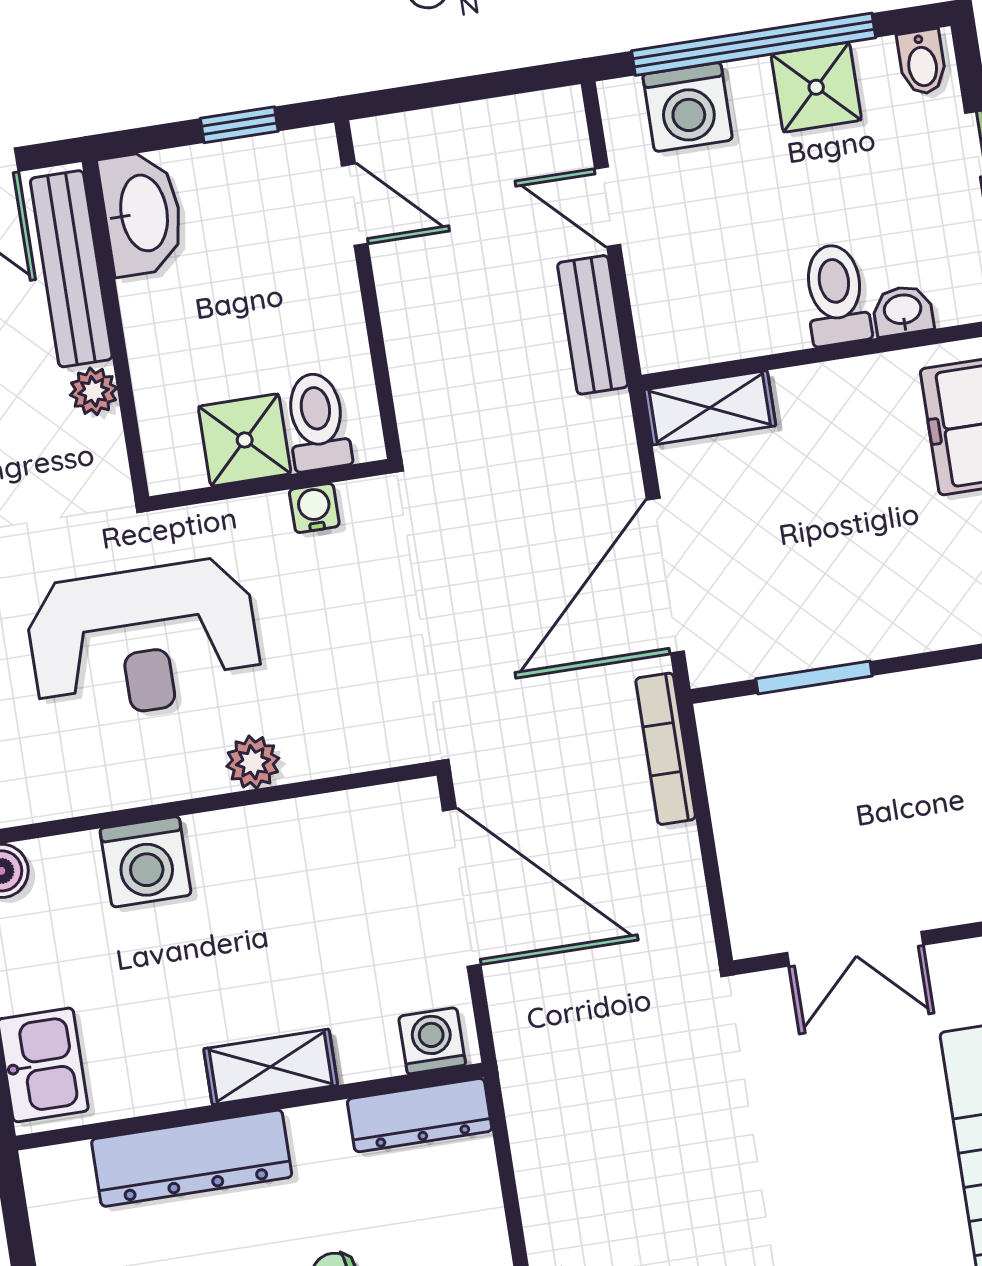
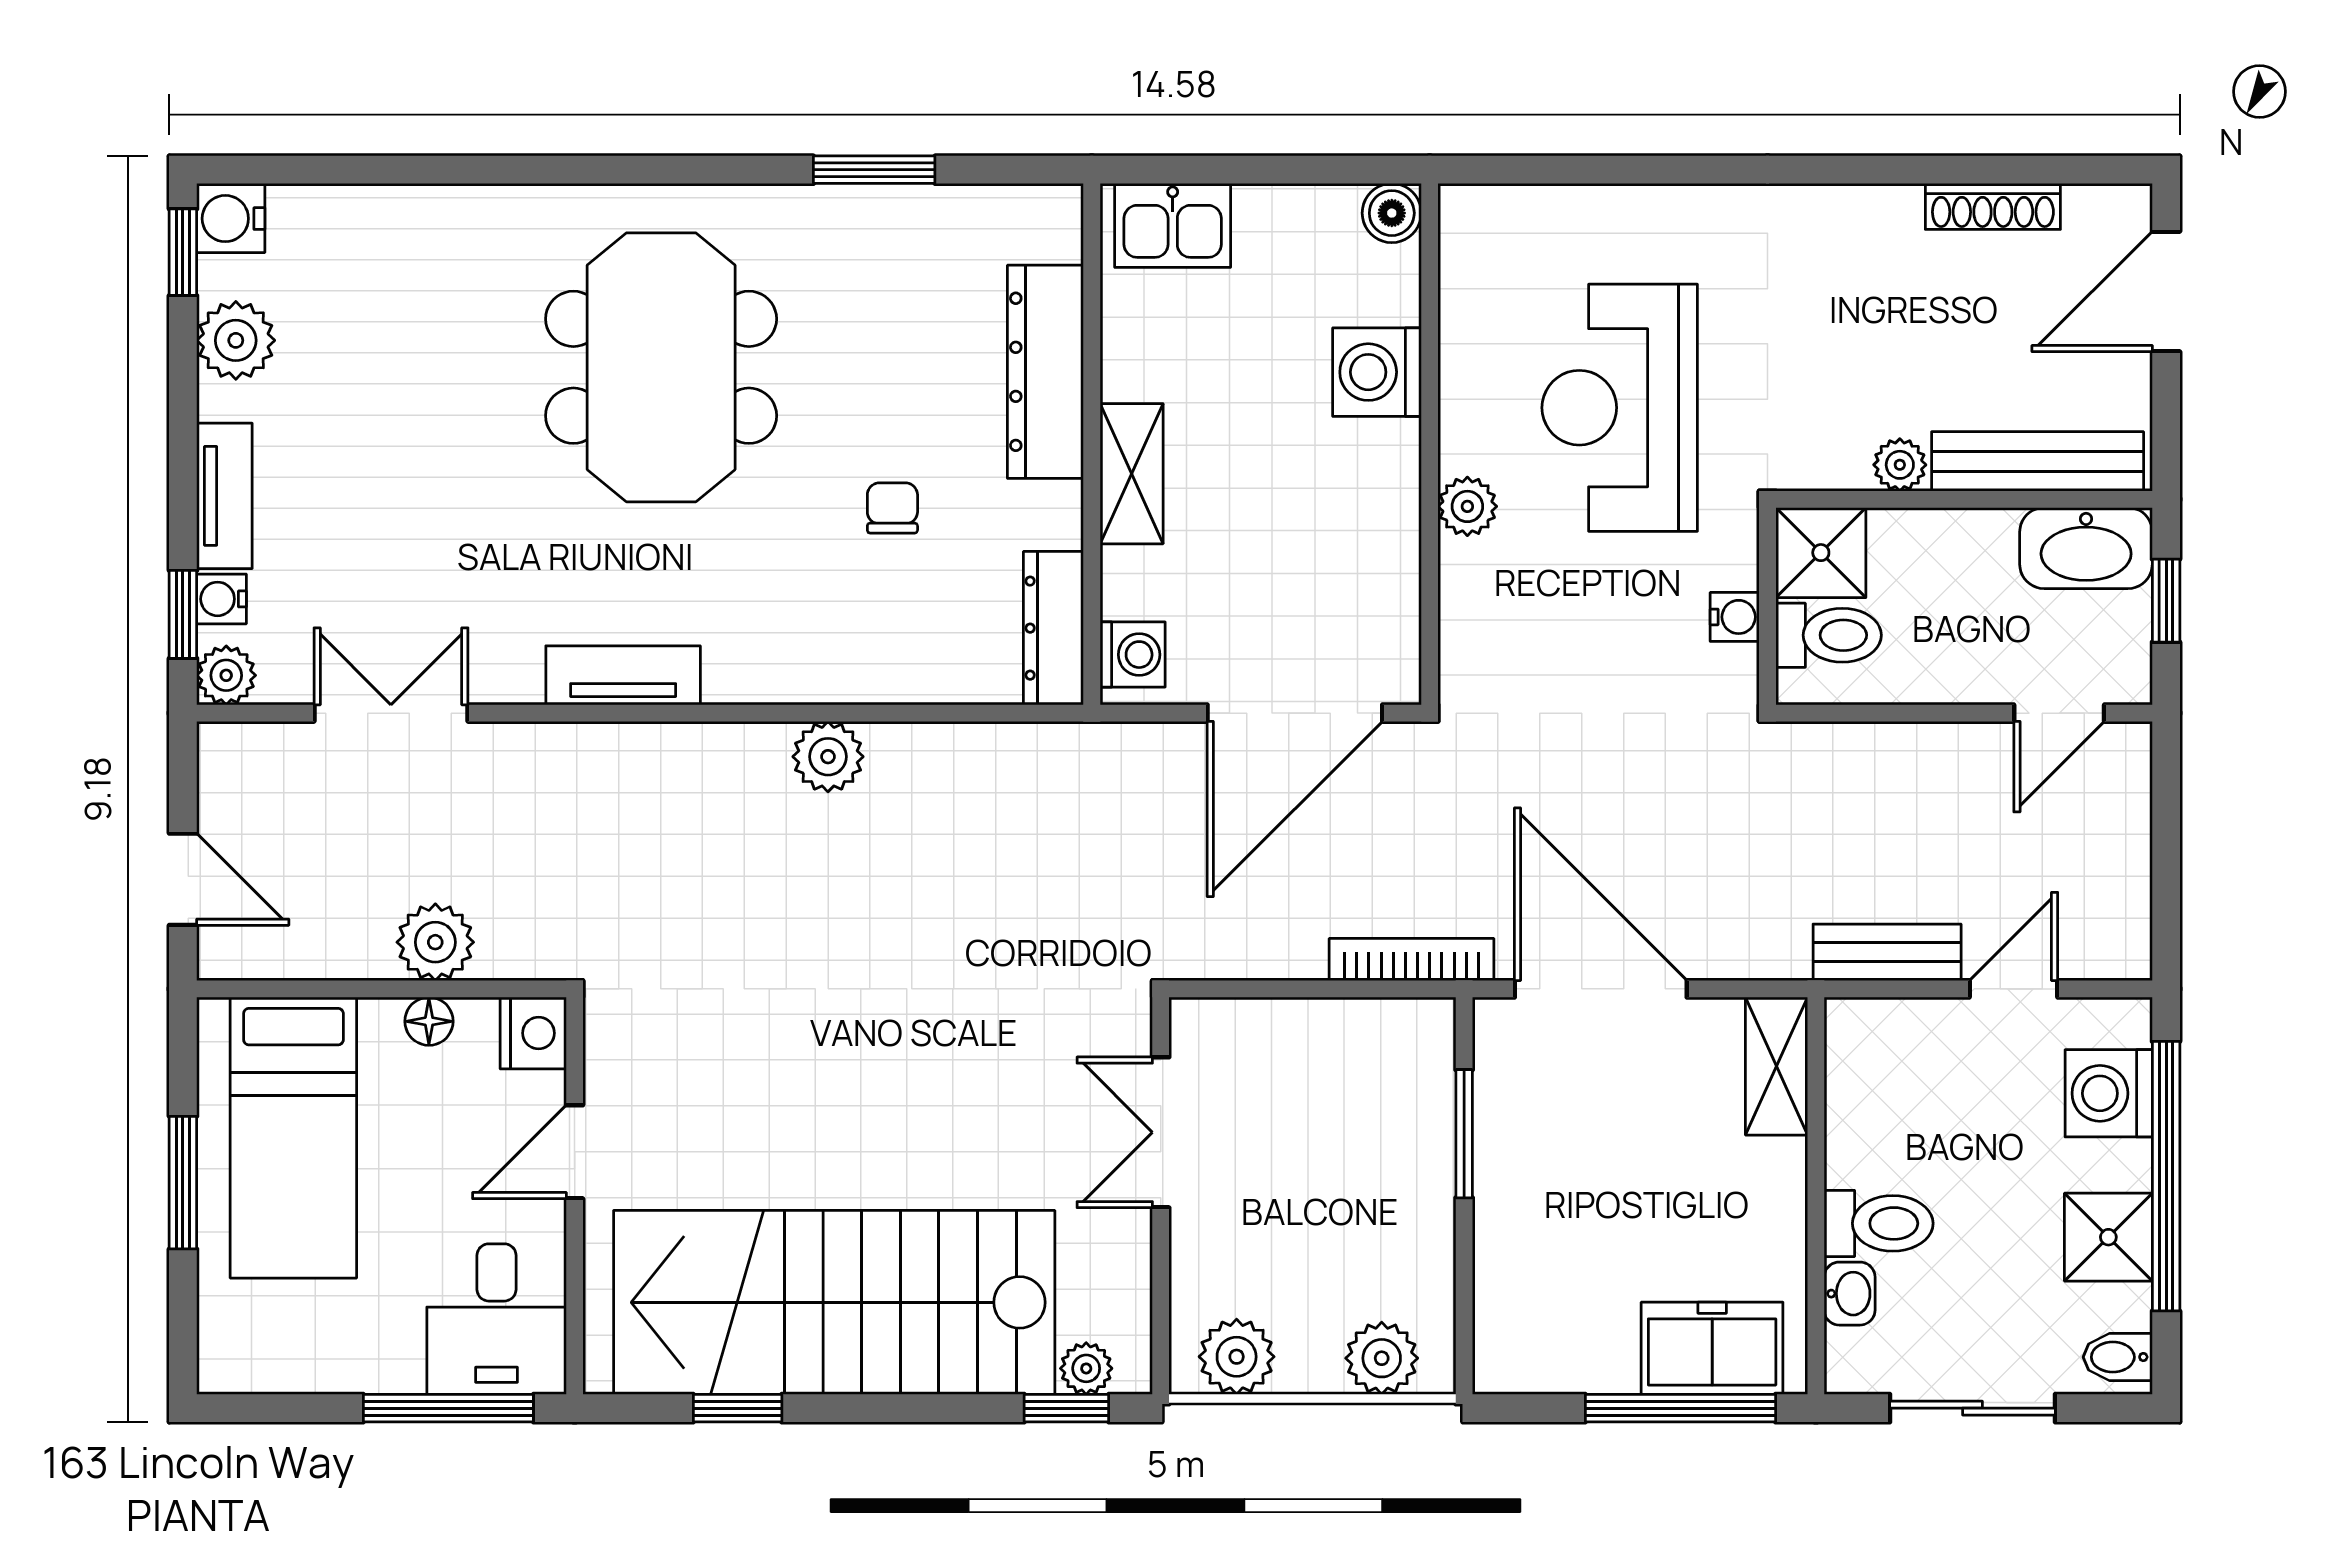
washbasin: (142, 213) -> (2086, 548), moved
bench: (71, 269) -> (2038, 461), moved
wall: (115, 329) -> (1964, 499), moved
plant: (94, 391) -> (1900, 465), moved

